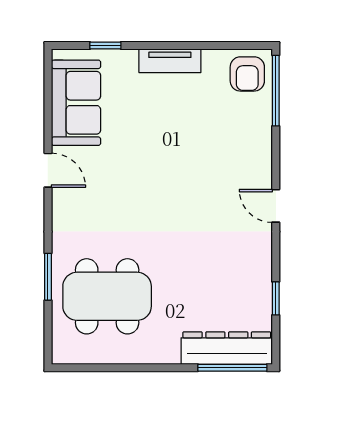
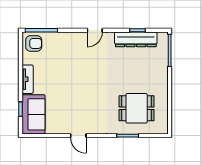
sofa: (76, 103) -> (33, 114), moved, turned 90
door: (48, 170) -> (78, 136), swing flipped
dining table: (107, 296) -> (137, 108), width x0.73
dresser: (227, 348) -> (136, 39), moved, turned -90

